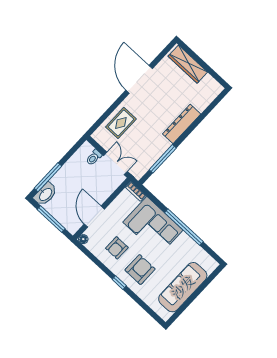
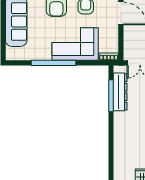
dresser: (182, 124) -> (120, 92), moved

